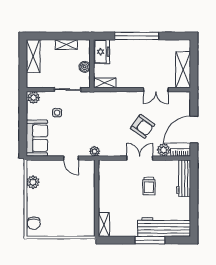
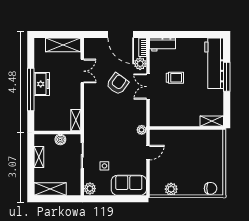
freezer: (102, 52) -> (42, 84), moved, turned 90
workbench: (184, 178) -> (163, 44), width x0.73

